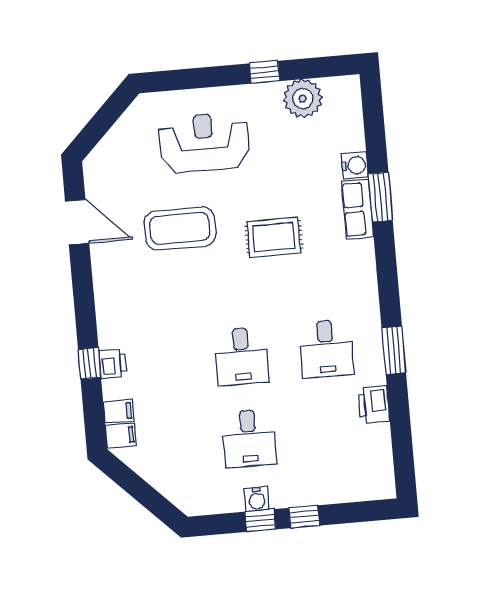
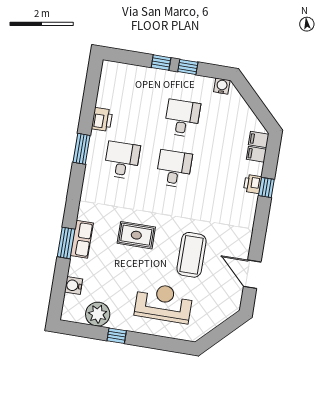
reception desk: (204, 142) -> (164, 303), turned 180
water cooler: (355, 165) -> (74, 285), moved
coffee table: (180, 228) -> (191, 255), turned 90
water cooler: (257, 499) -> (222, 86), moved

